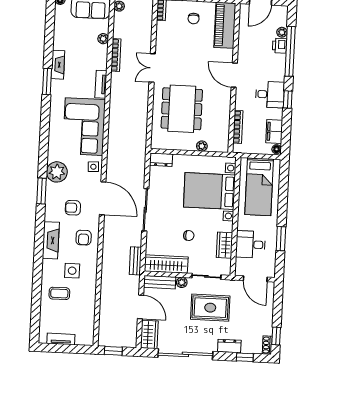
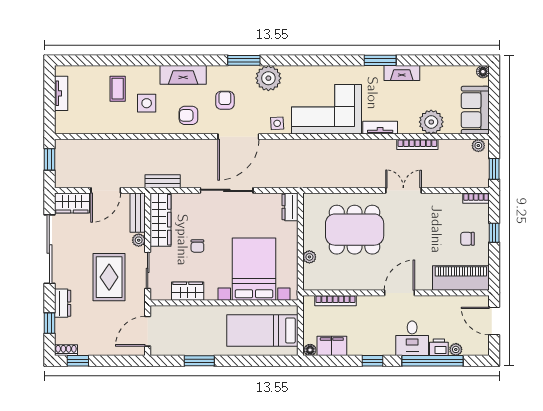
plant: (103, 39) -> (431, 122), width x1.88, depth x1.88
desk: (270, 94) -> (412, 338), moved
desk: (250, 244) -> (190, 323), removed

